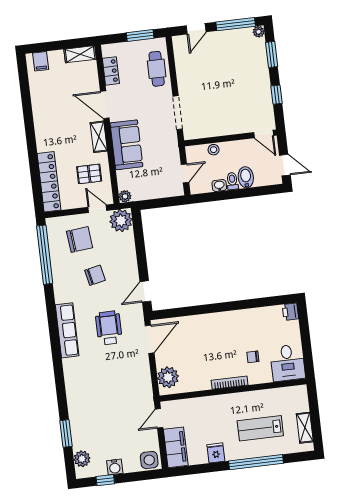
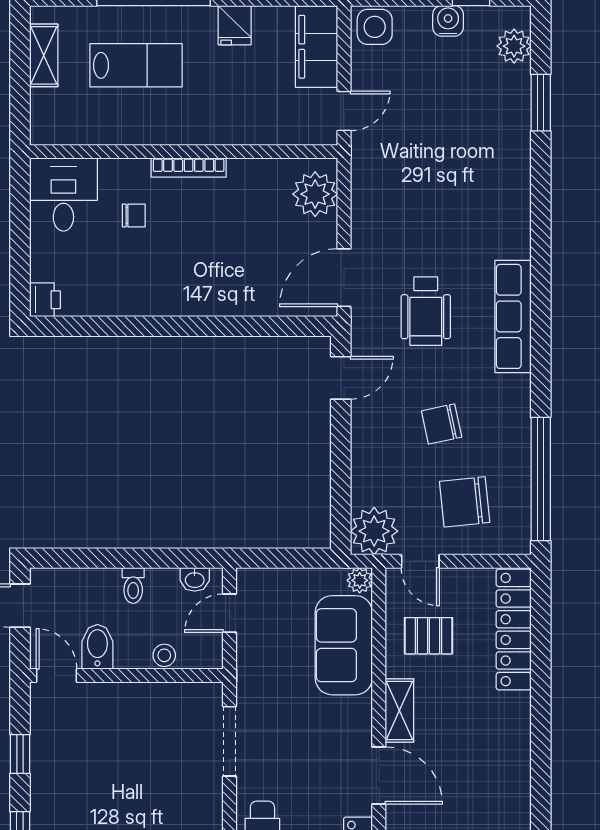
sofa: (126, 145) -> (344, 645), moved
bidet: (246, 177) -> (97, 647), moved, turned 180
washbasin: (219, 186) -> (195, 579), moved

